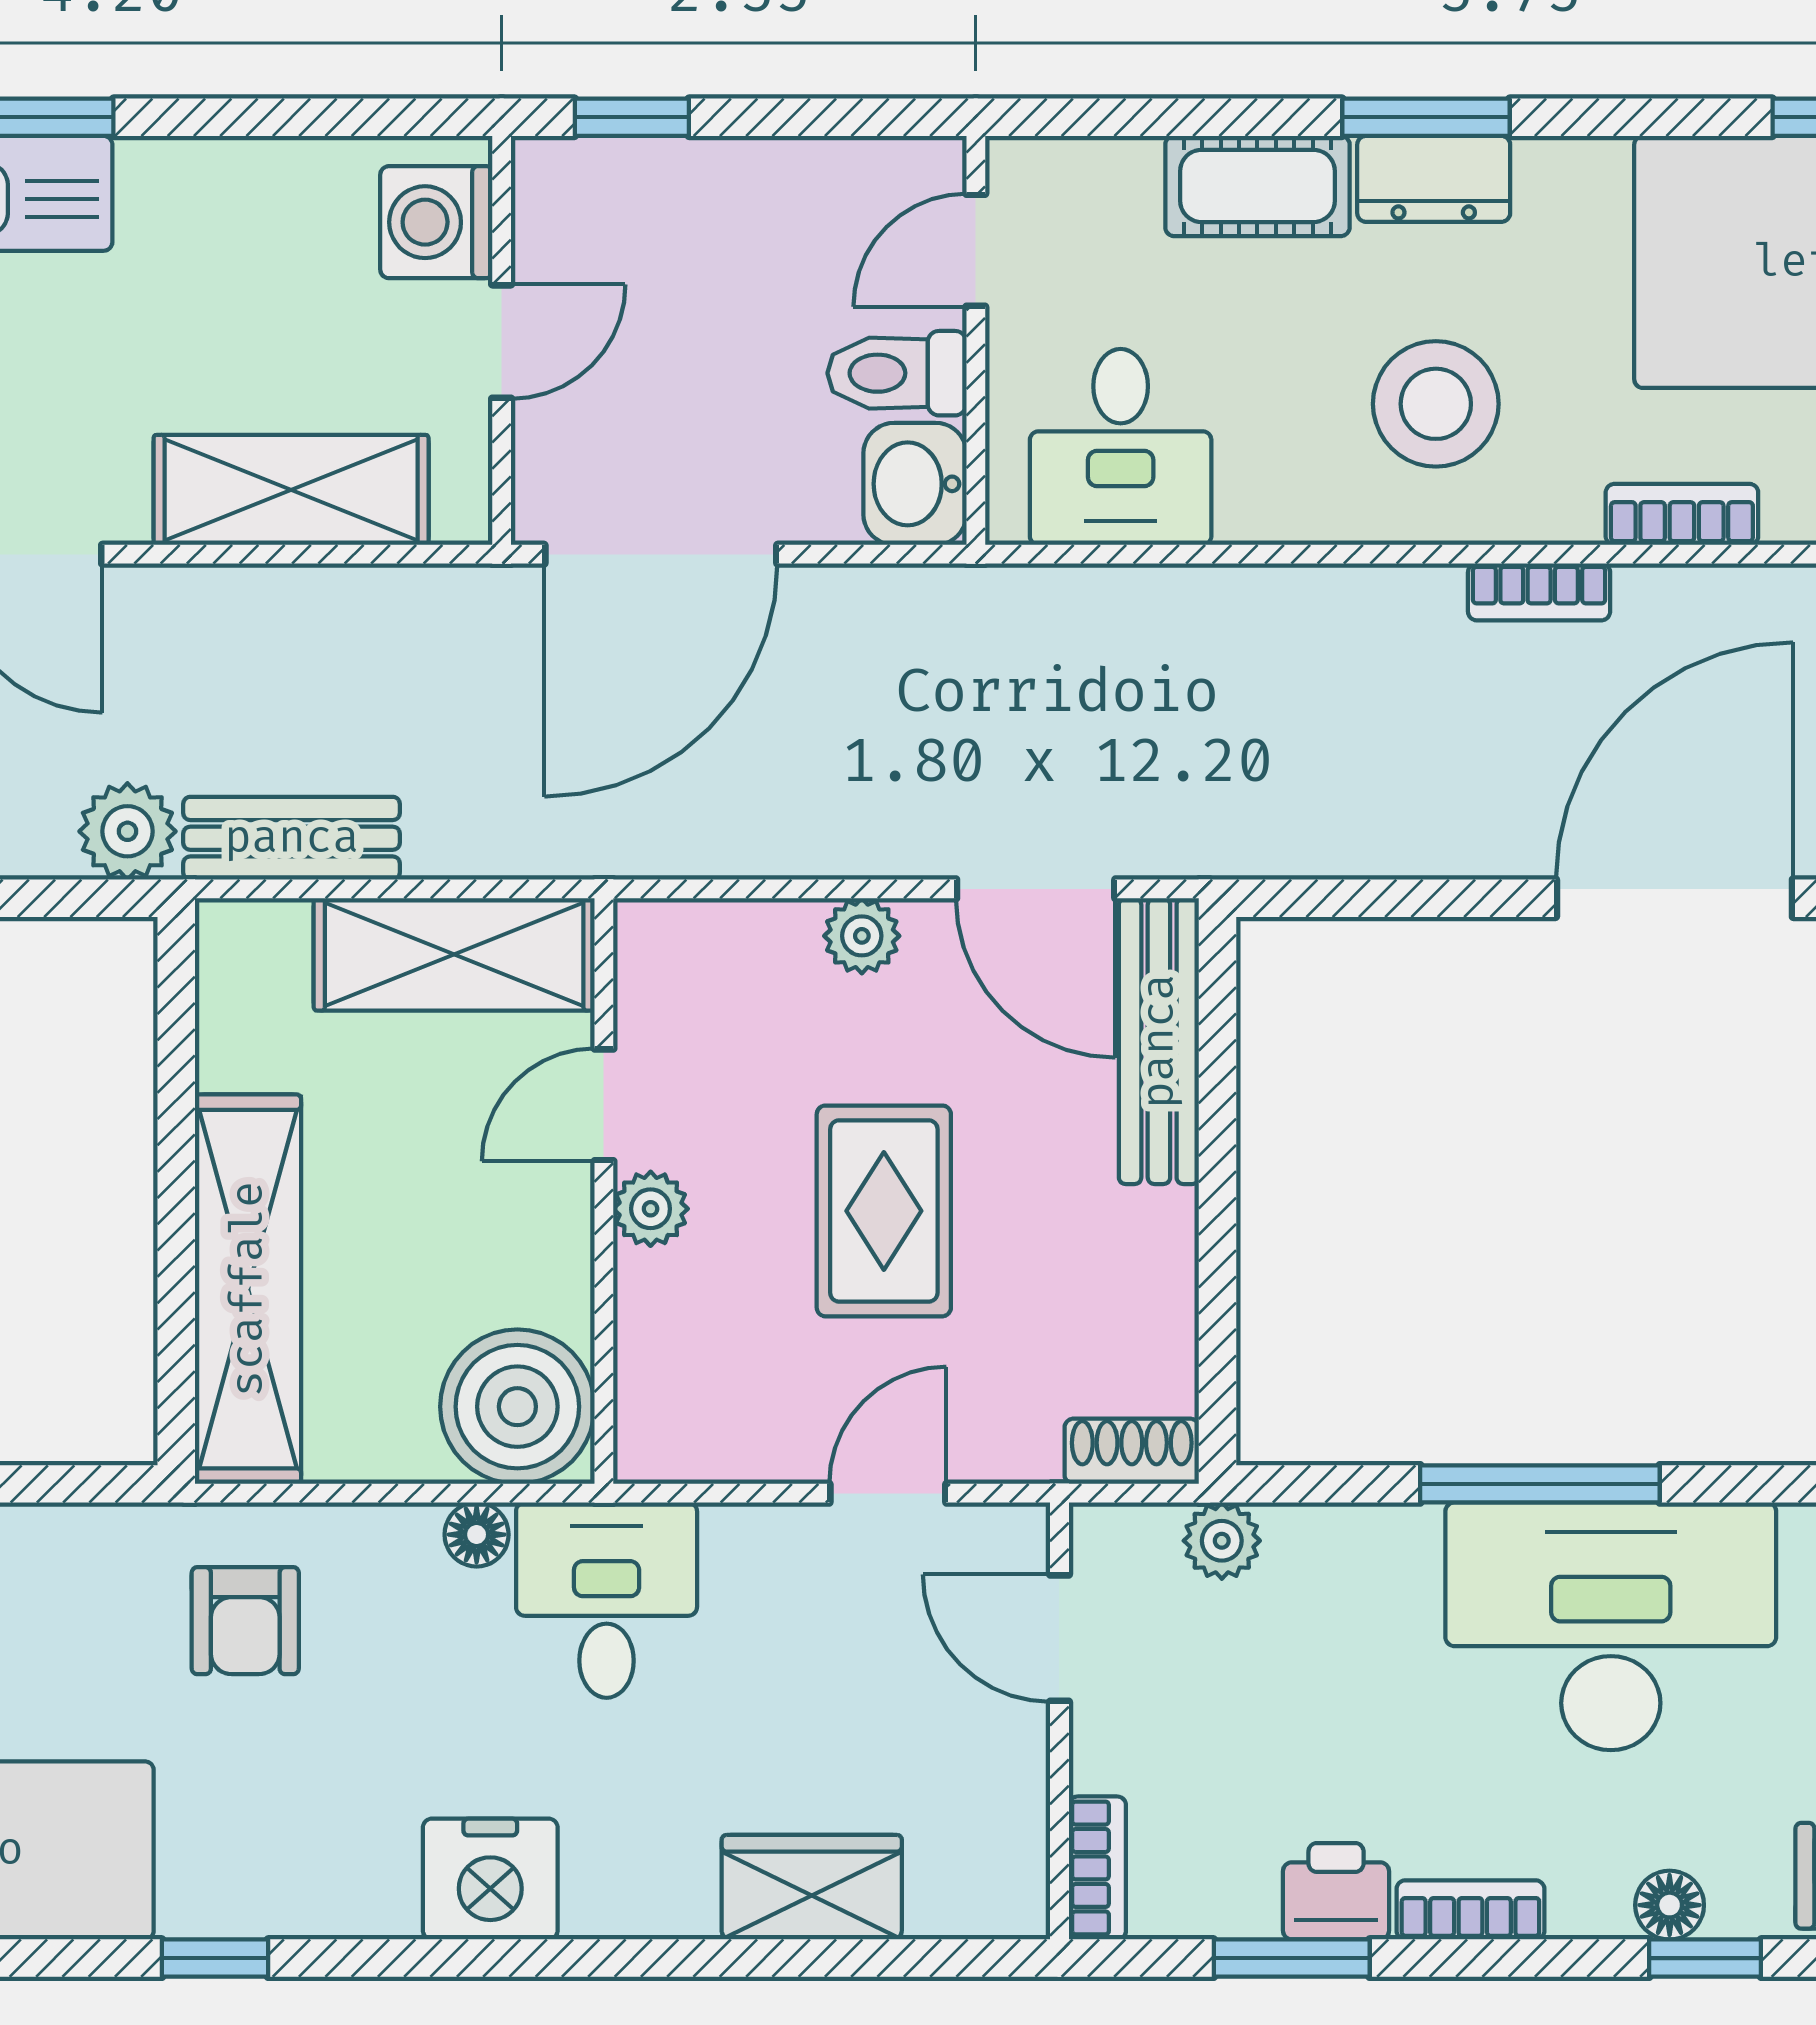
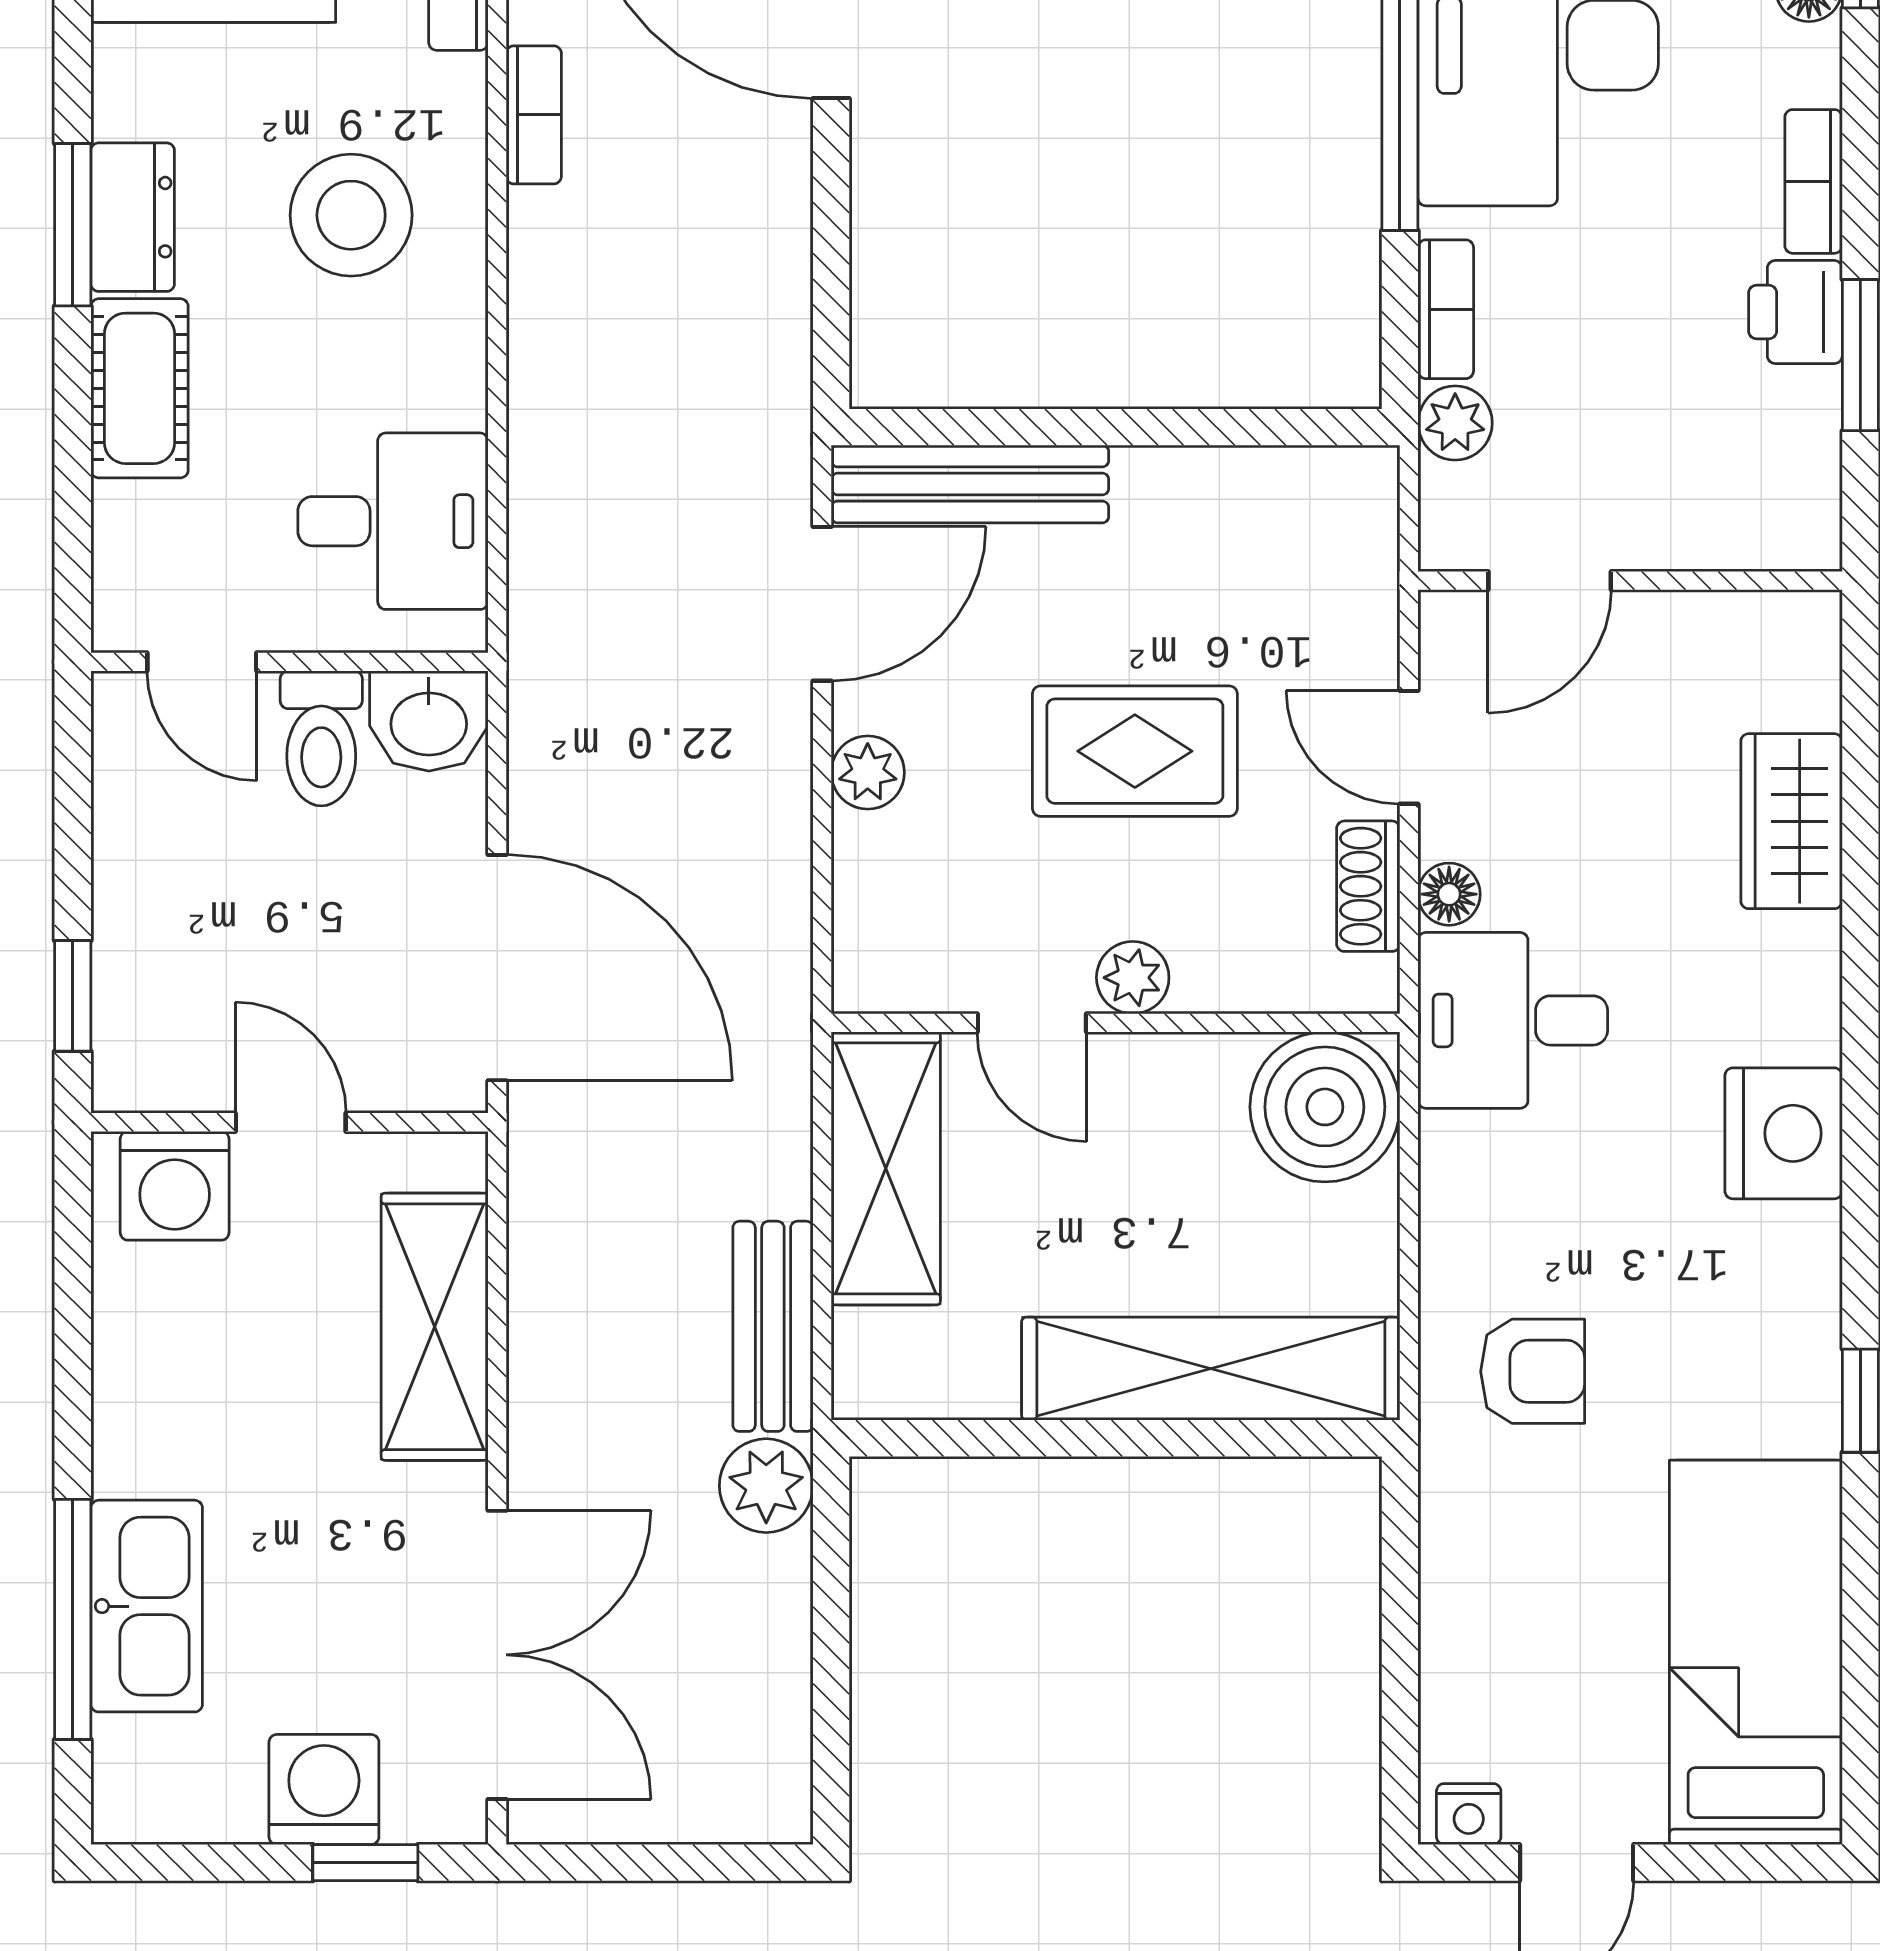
shoe rack: (1132, 1451) -> (1368, 886), moved
floor lamp: (477, 1535) -> (1449, 894), moved
bookcase: (1097, 1868) -> (1446, 309), moved, turned 90

